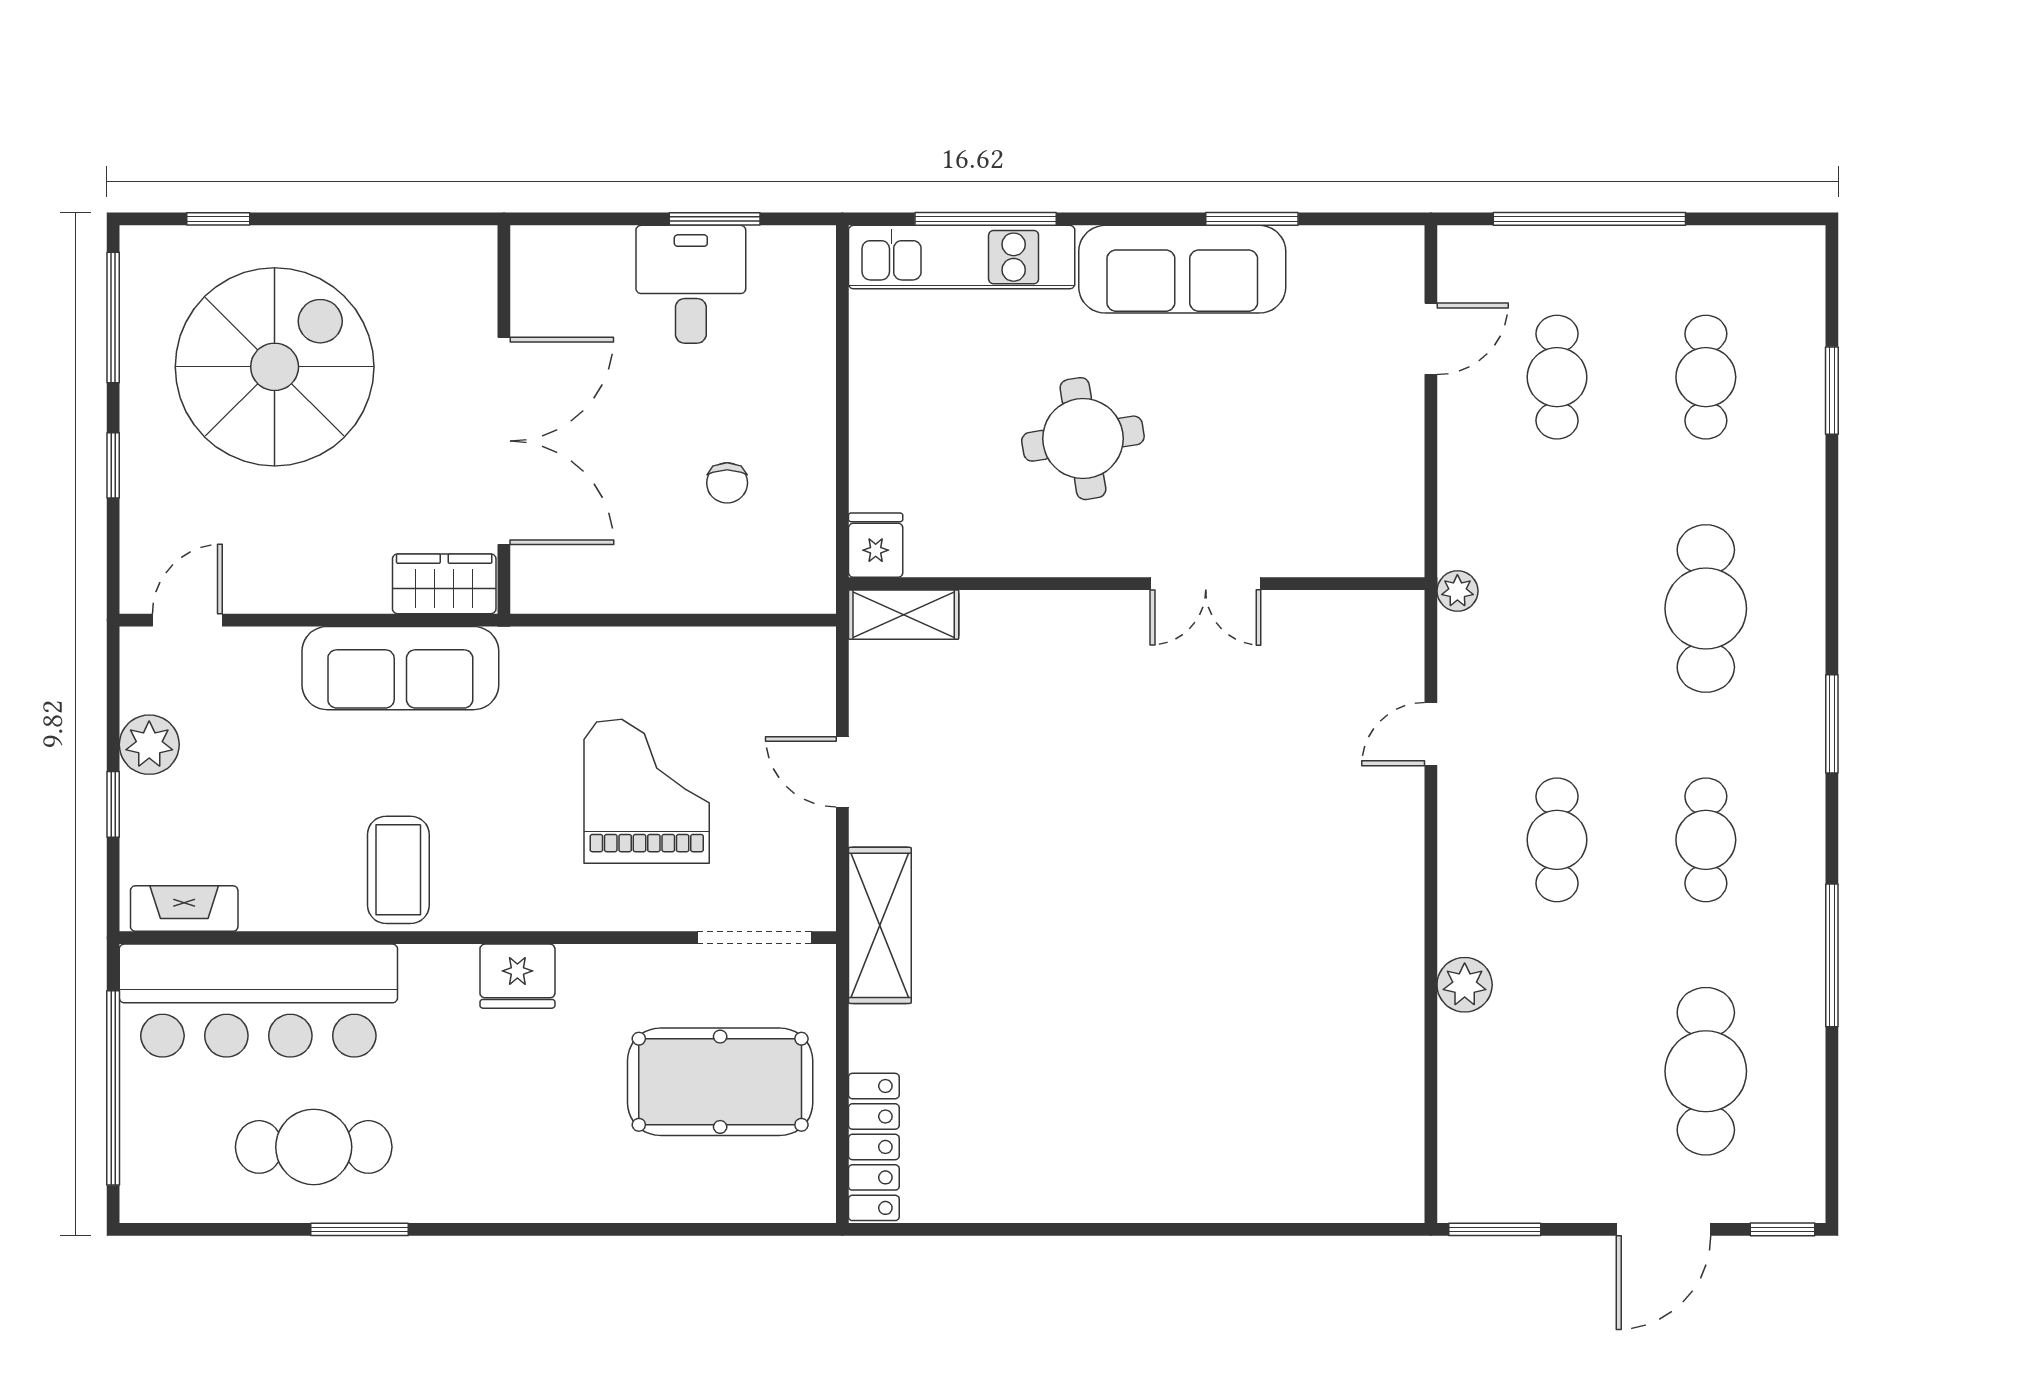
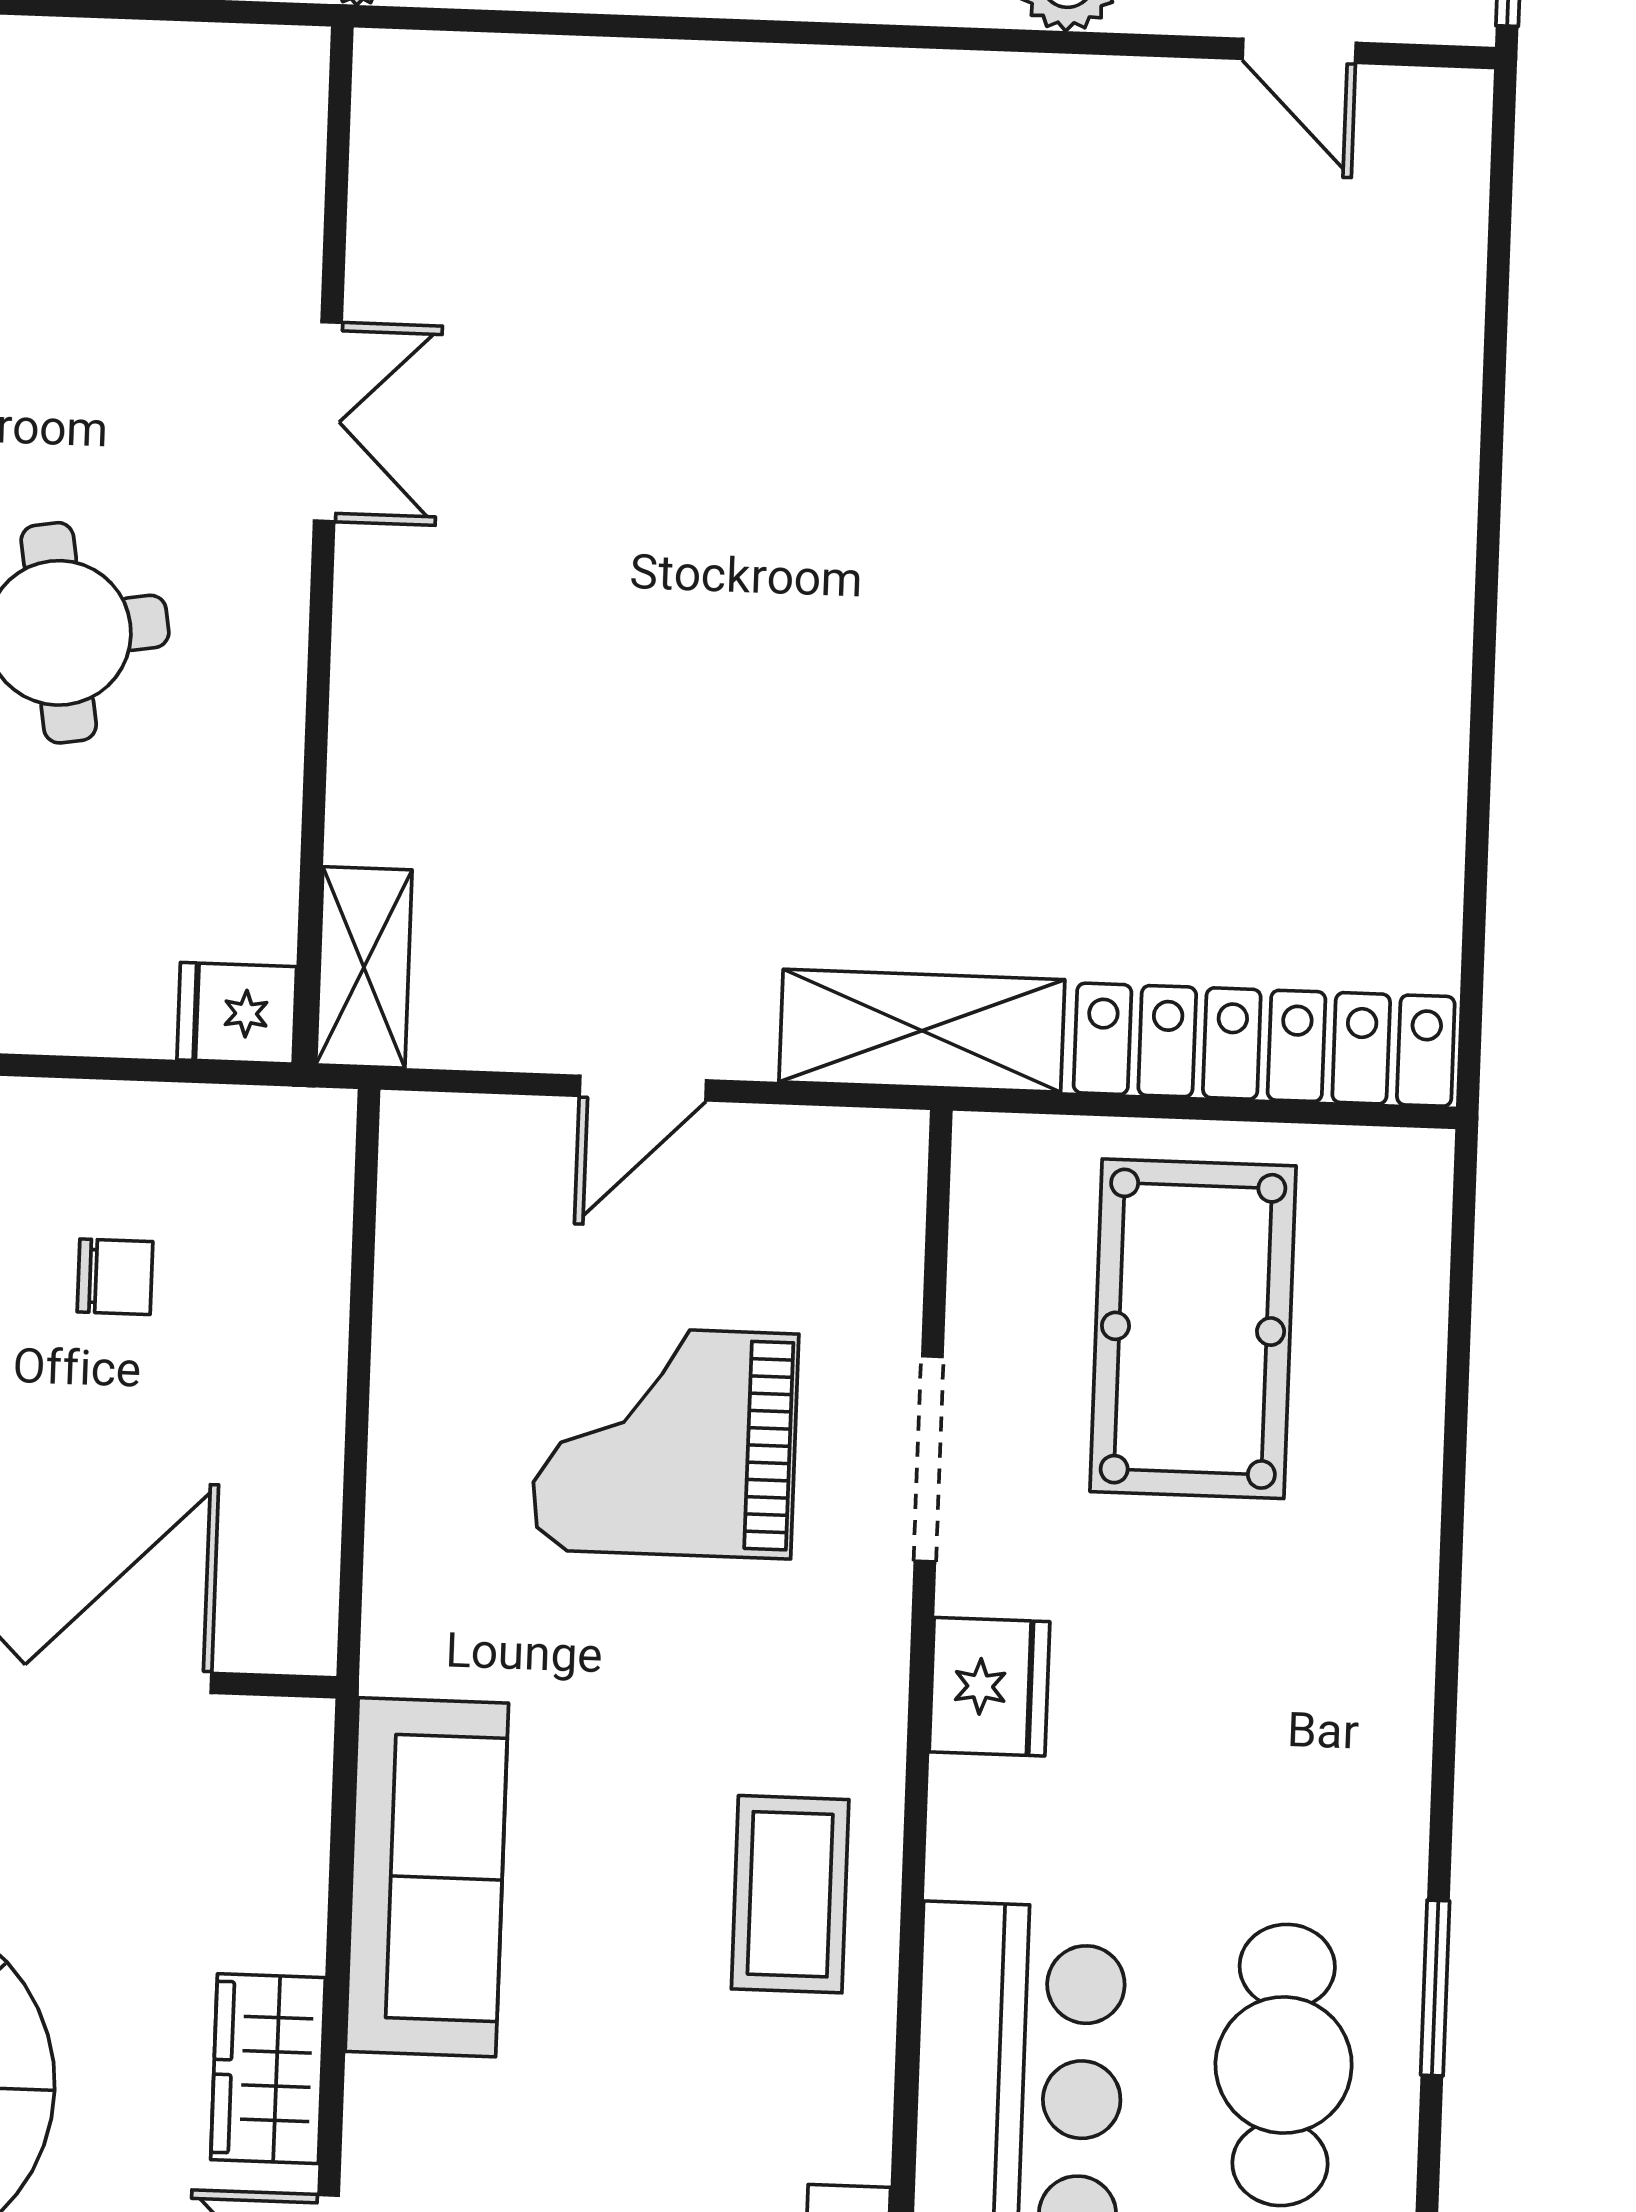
wardrobe: (444, 584) -> (268, 2069), moved
door: (1431, 734) -> (1299, 51), moved
coffee table: (398, 870) -> (790, 1894), turned 90
doorway: (755, 938) -> (929, 1459), moved
locker: (874, 1147) -> (1264, 1045), width x1.41, depth x1.21

